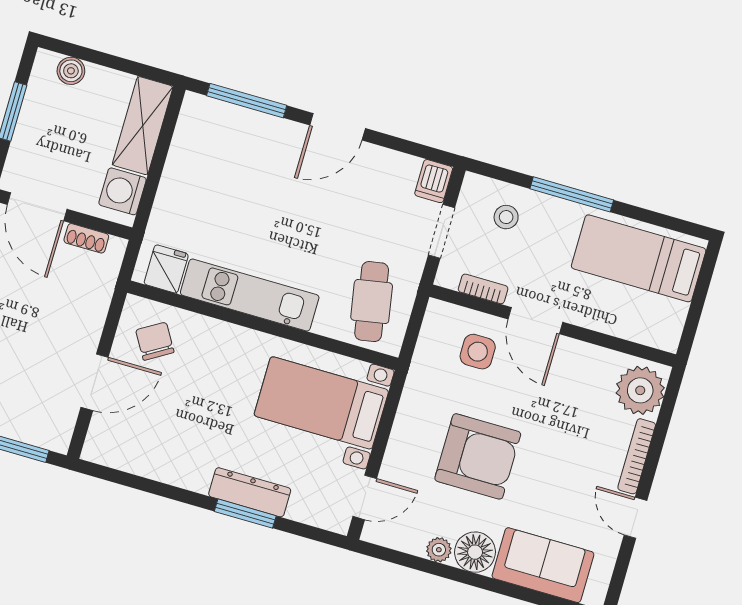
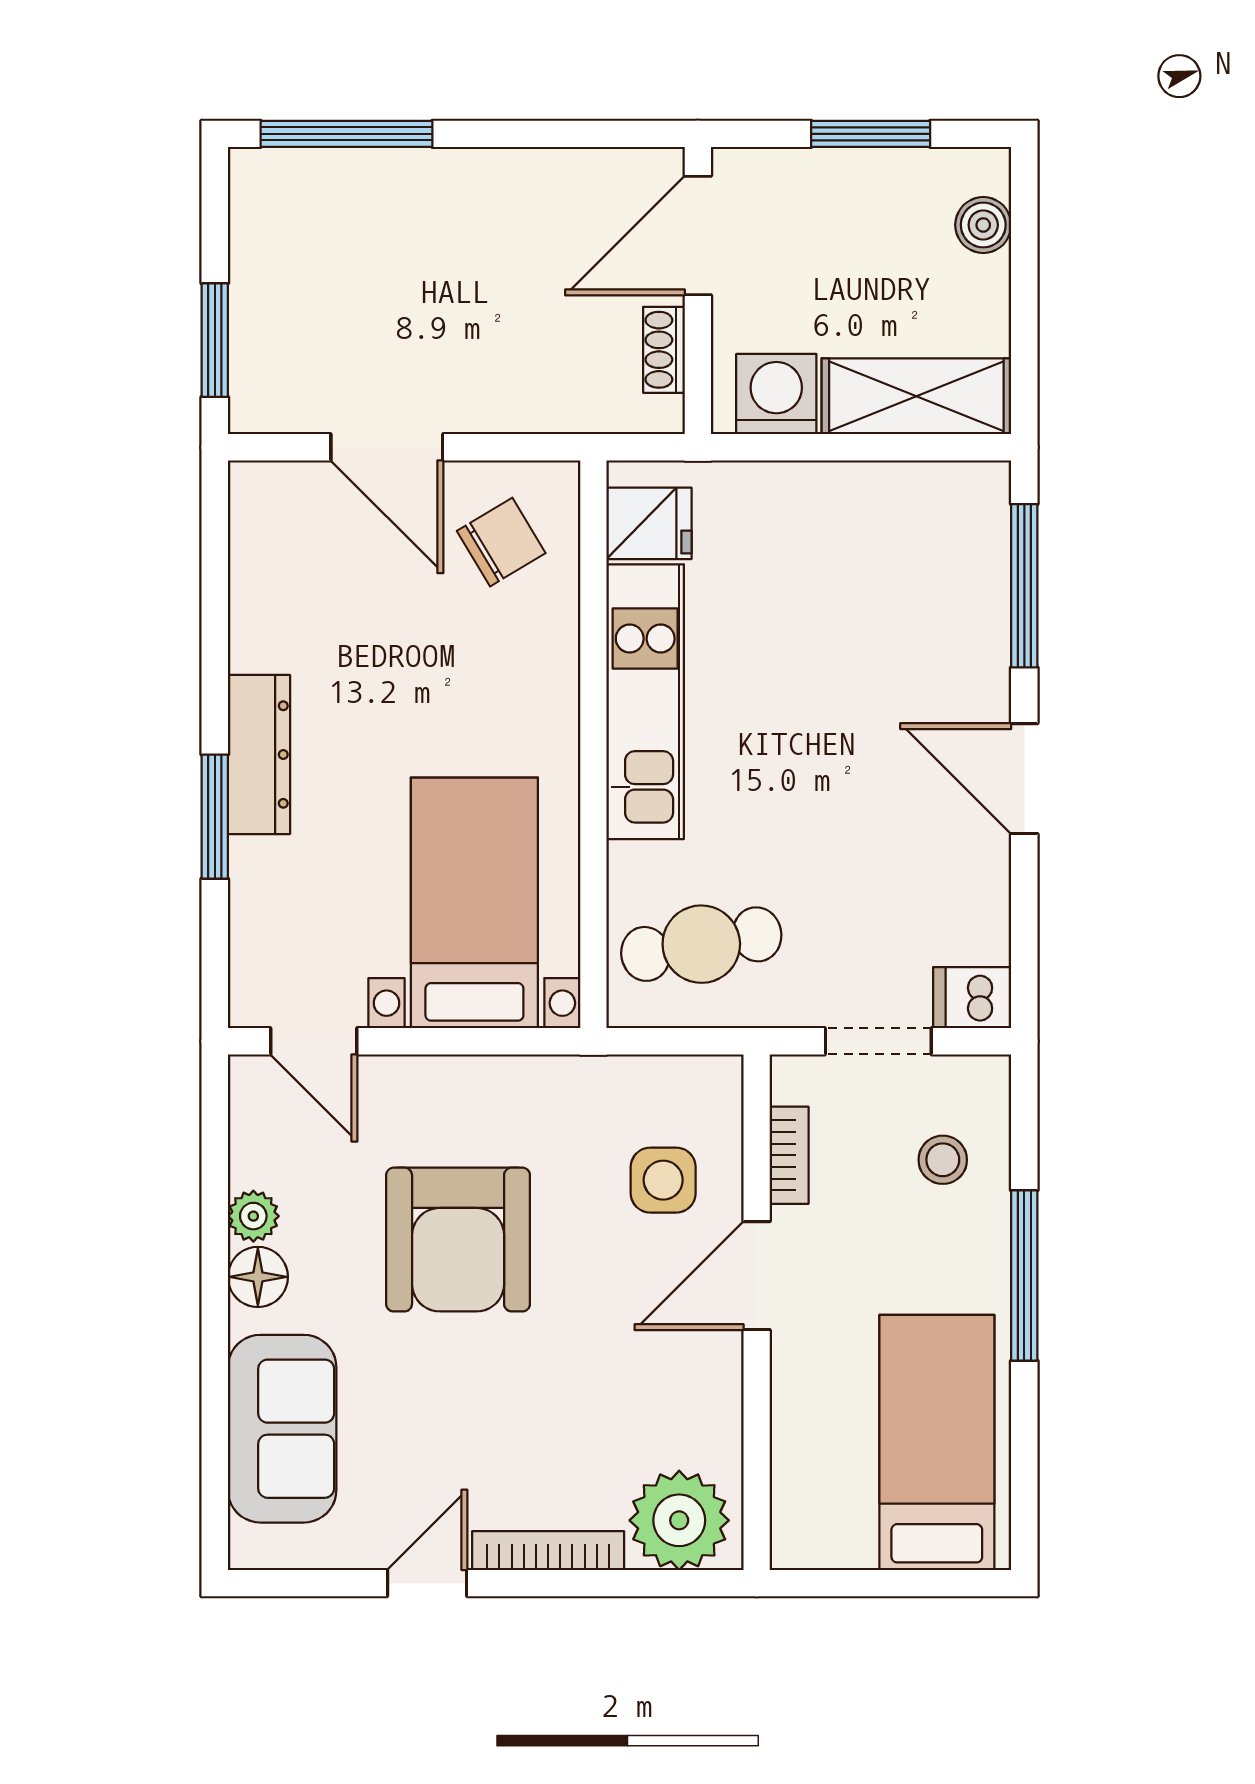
dresser: (250, 492) -> (259, 755), moved
floor lamp: (475, 552) -> (258, 1277), width x0.73, depth x0.73

